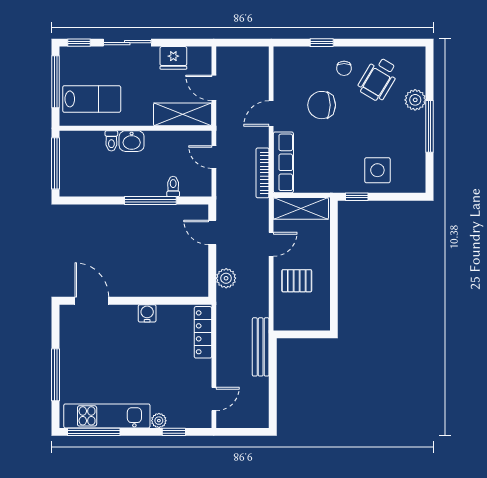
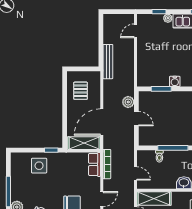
row of seats: (283, 162) -> (94, 164), width x0.68
door: (212, 232) -> (136, 119), moved
door: (271, 244) -> (102, 122), width x1.88
pallet: (297, 281) -> (81, 91), moved, turned 90
window: (170, 301) -> (161, 89), added
locker: (203, 332) -> (142, 70), removed

